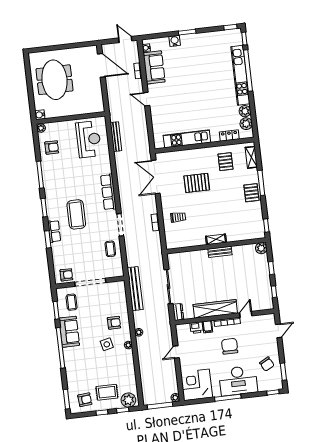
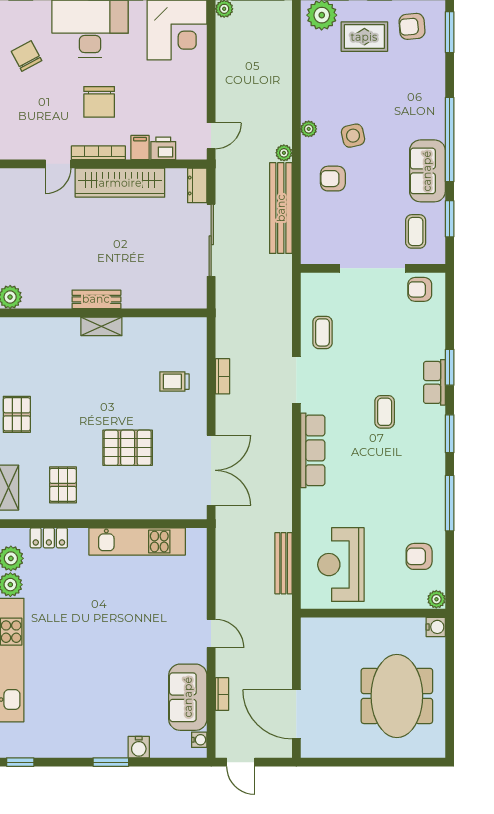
coffee table: (76, 214) -> (385, 412), width x0.54, depth x0.58
bench: (135, 289) -> (281, 208), moved
door: (176, 352) -> (211, 136), moved

